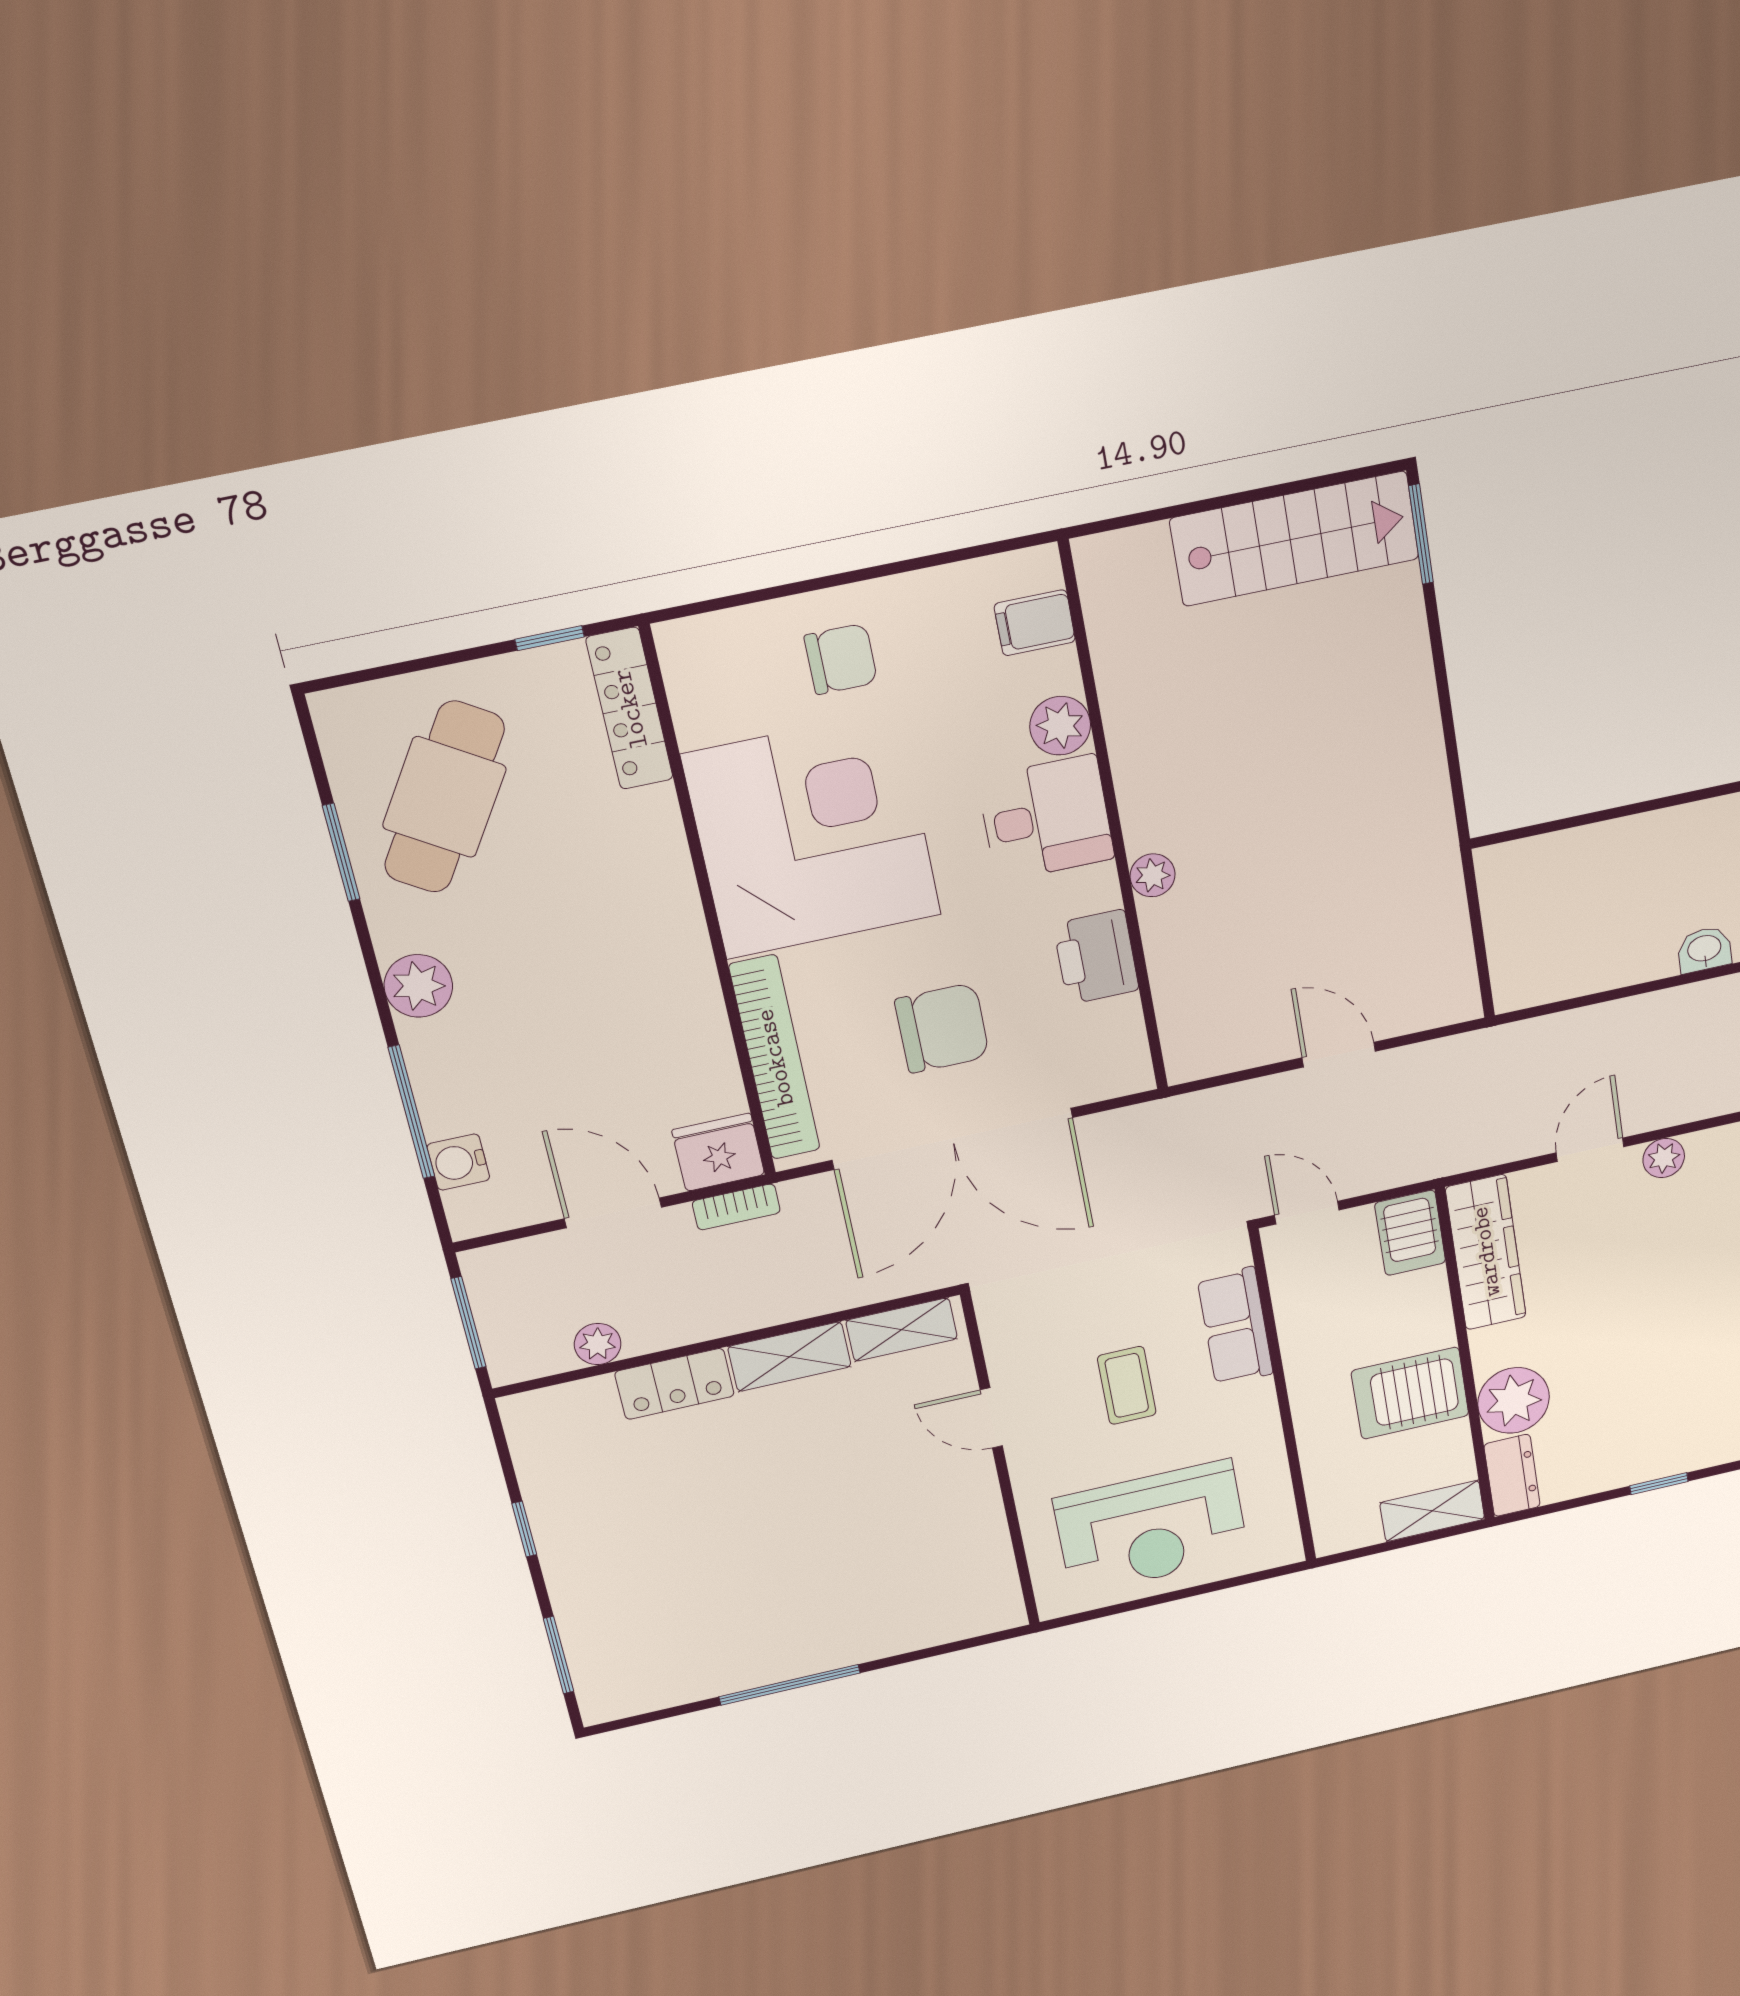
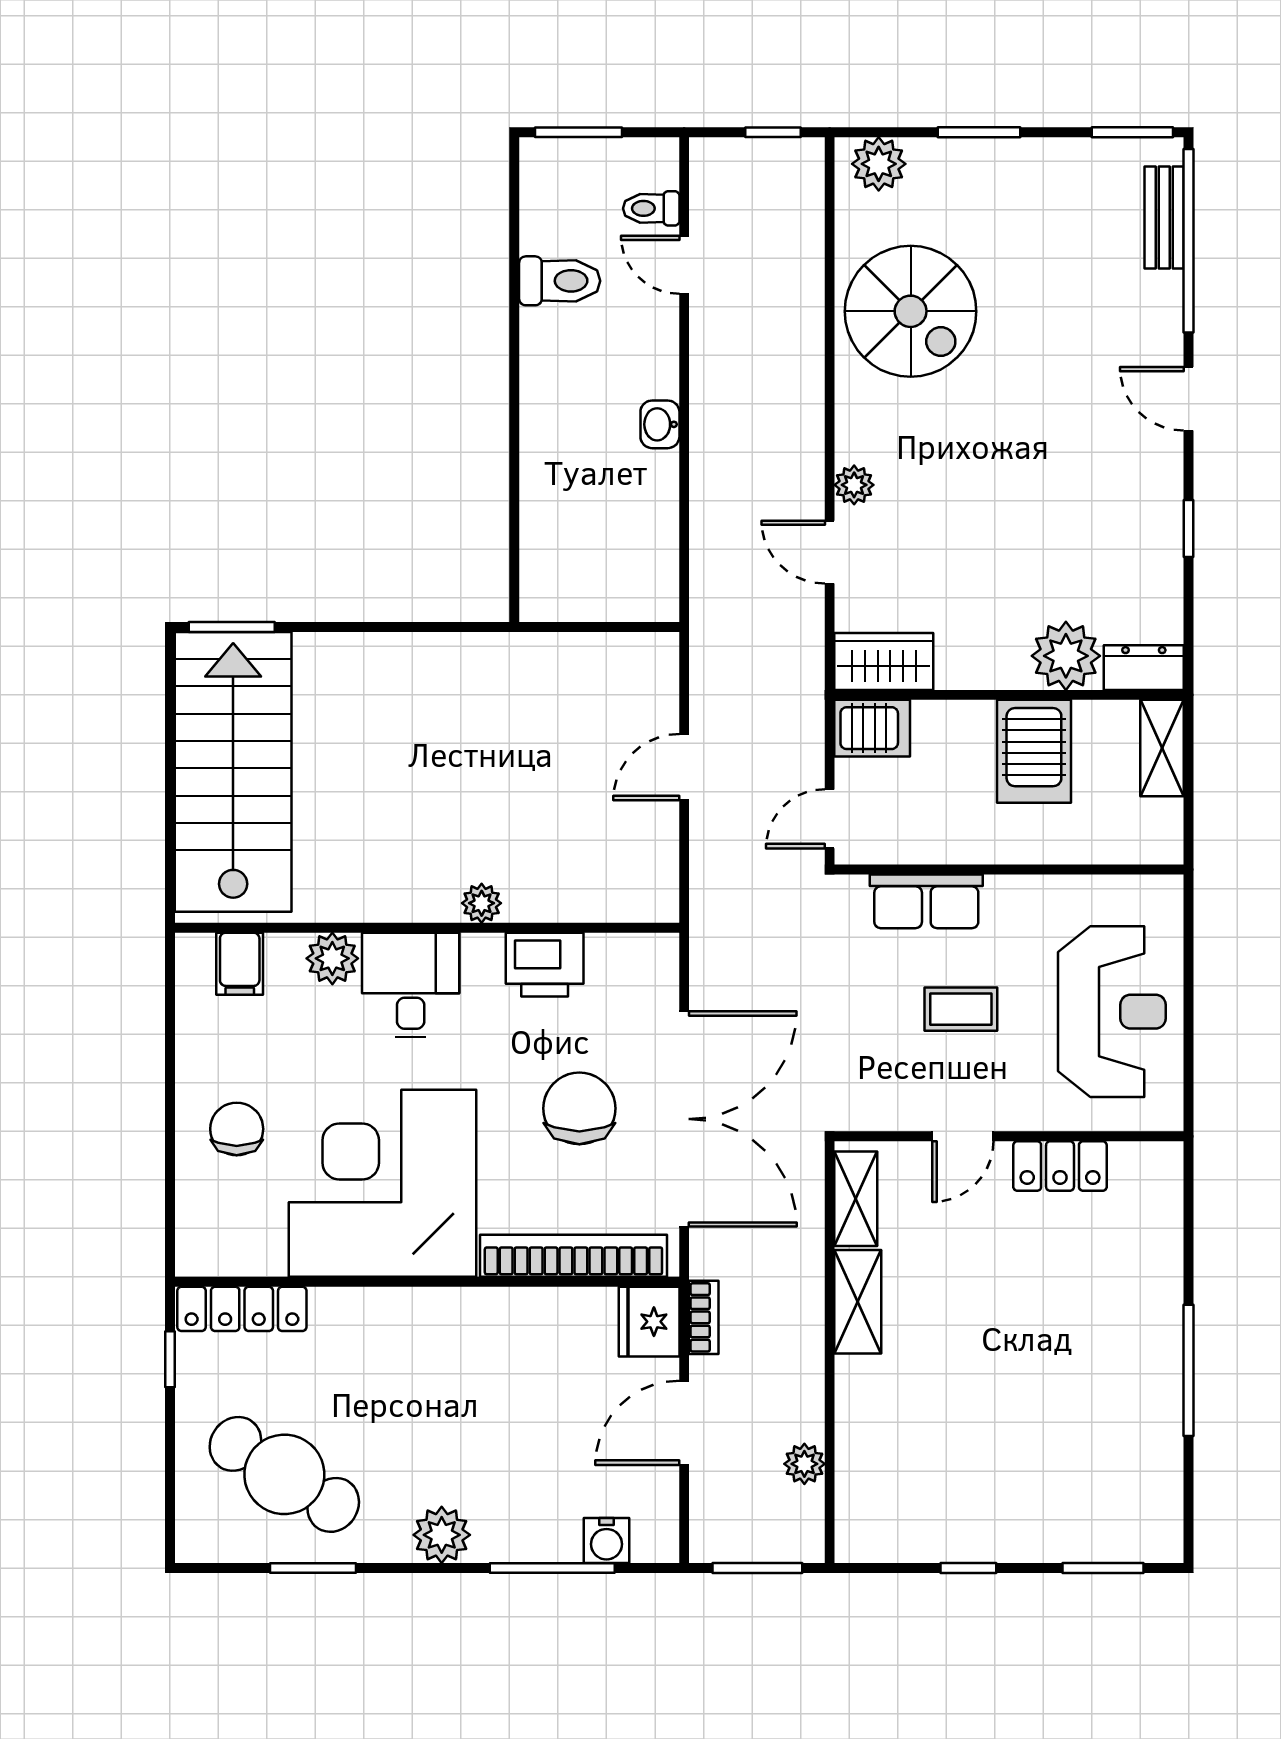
stairs: (1295, 539) -> (233, 772), width x1.36, depth x1.51
wardrobe: (1486, 1252) -> (884, 661), width x0.67
locker: (675, 1384) -> (1060, 1166), moved, turned 90

